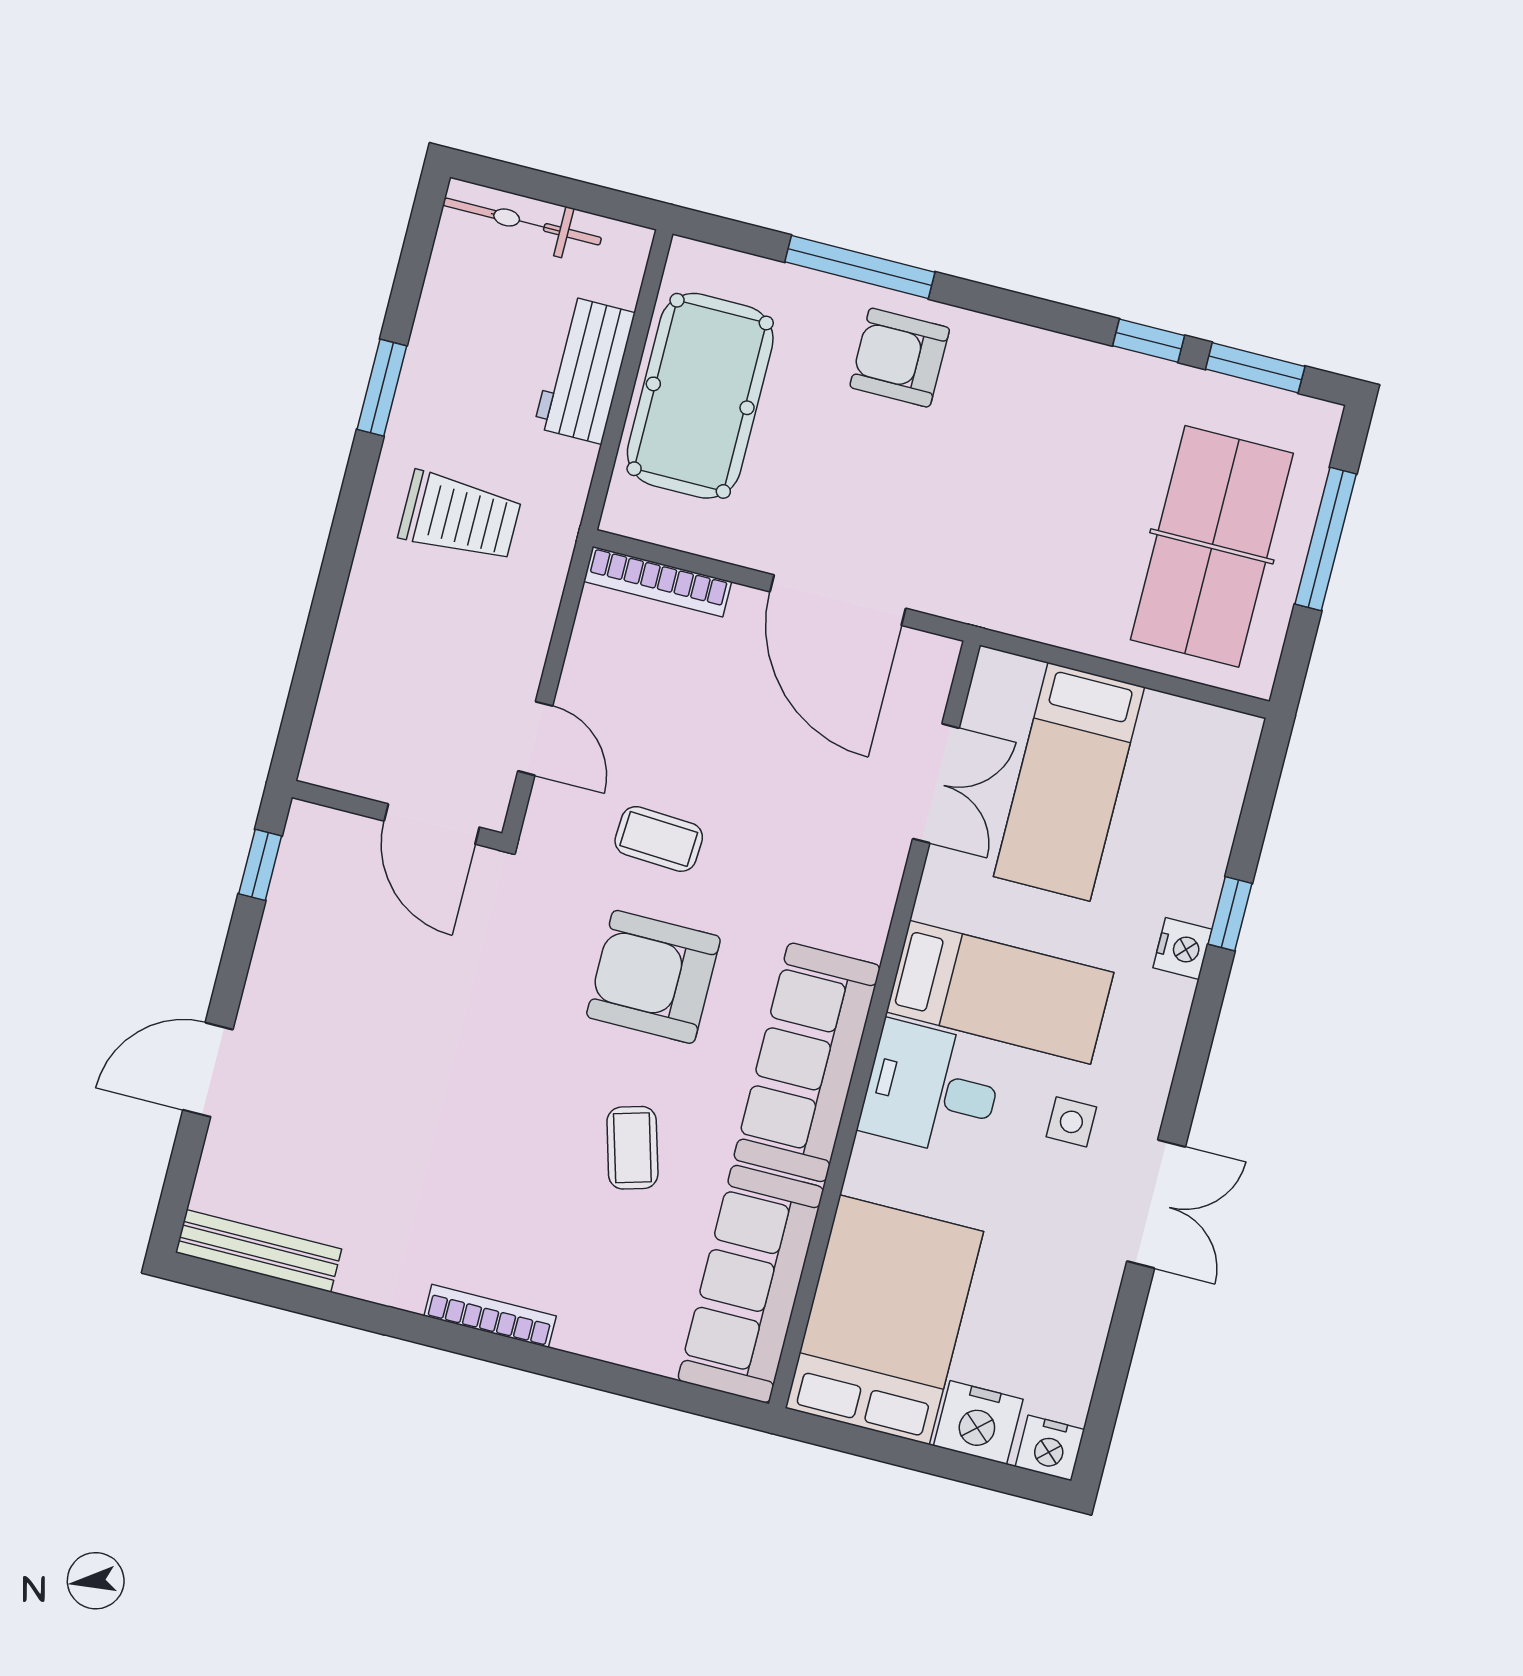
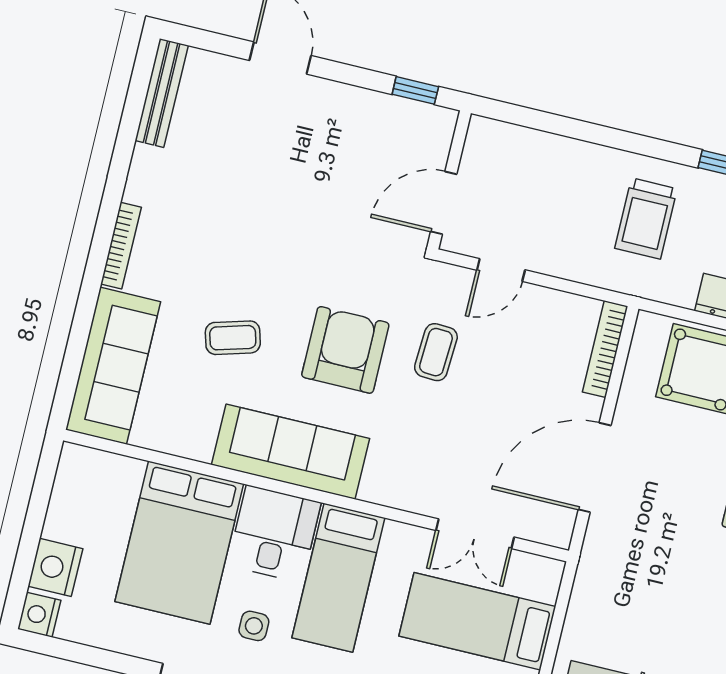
sofa: (751, 1284) -> (113, 366), moved, turned 90
bed: (884, 1320) -> (179, 543), moved, turned 90

